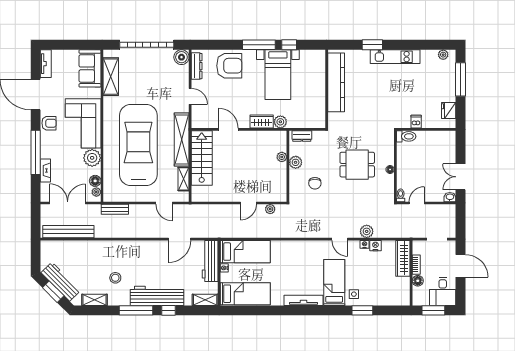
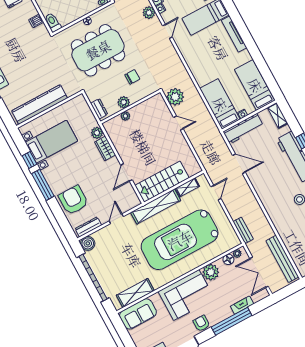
bed with nightstands: (278, 75) -> (51, 142), moved
dining table: (357, 165) -> (98, 50), width x1.88, depth x1.24
plant: (270, 209) -> (175, 97), width x1.87, depth x1.87

